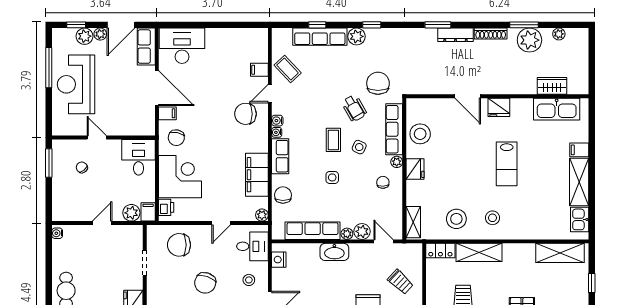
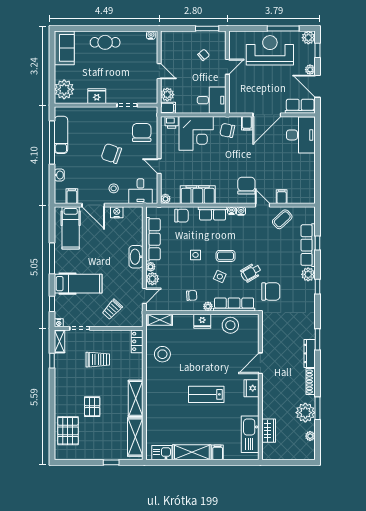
plant: (85, 36) -> (308, 38), moved
stool: (492, 218) -> (163, 383), removed
shelving: (479, 252) -> (136, 398), moved
nightstand: (279, 260) -> (117, 212), moved

